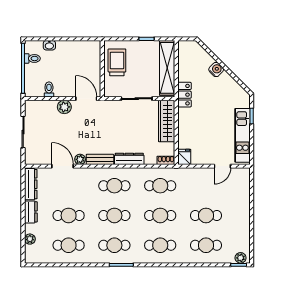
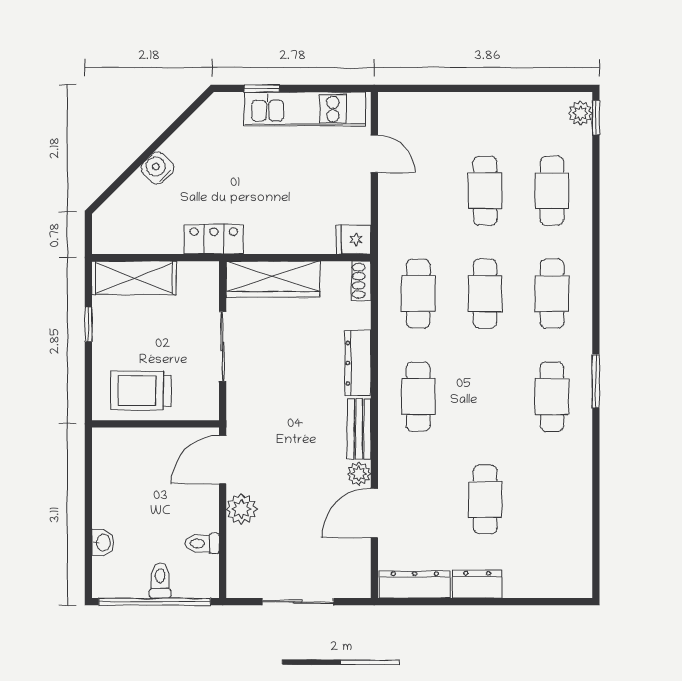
toilet: (32, 58) -> (160, 581), moved
shelving: (167, 68) -> (134, 278), width x0.68
cafe table: (114, 215) -> (485, 397), removed
plant: (30, 239) -> (538, 586), removed
cafe table: (69, 245) -> (552, 499), removed

